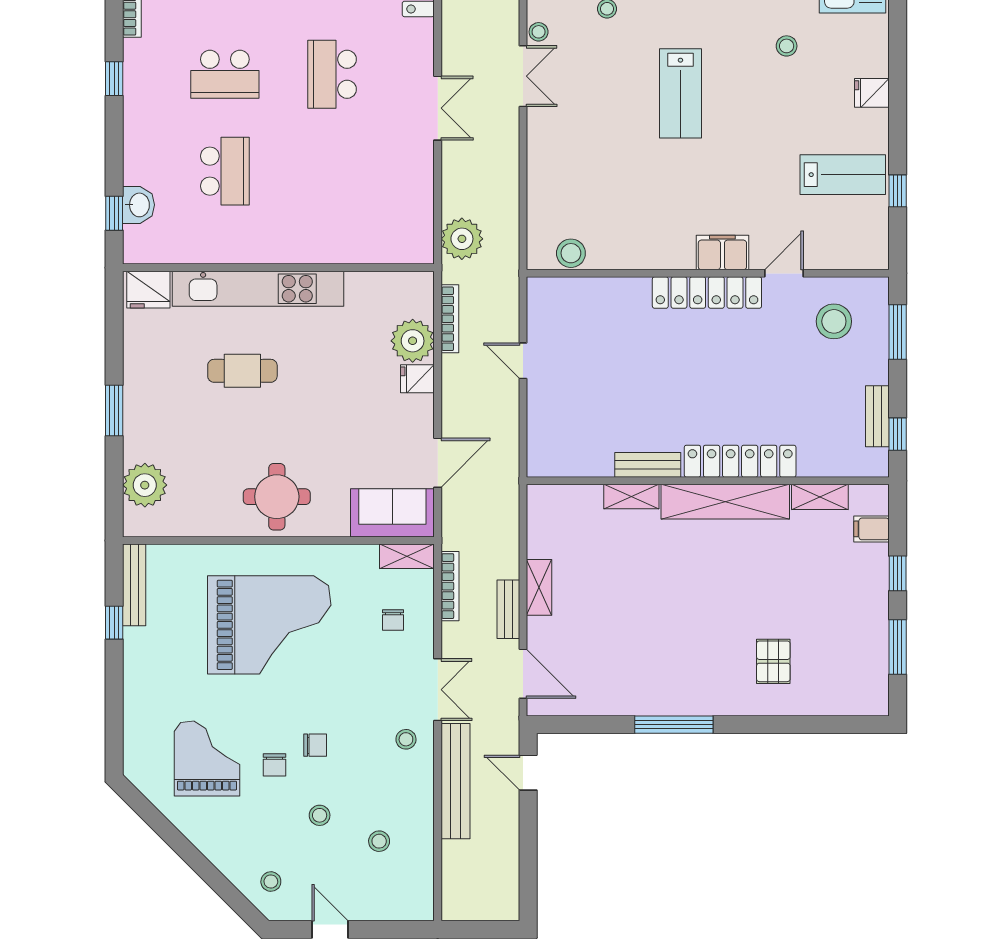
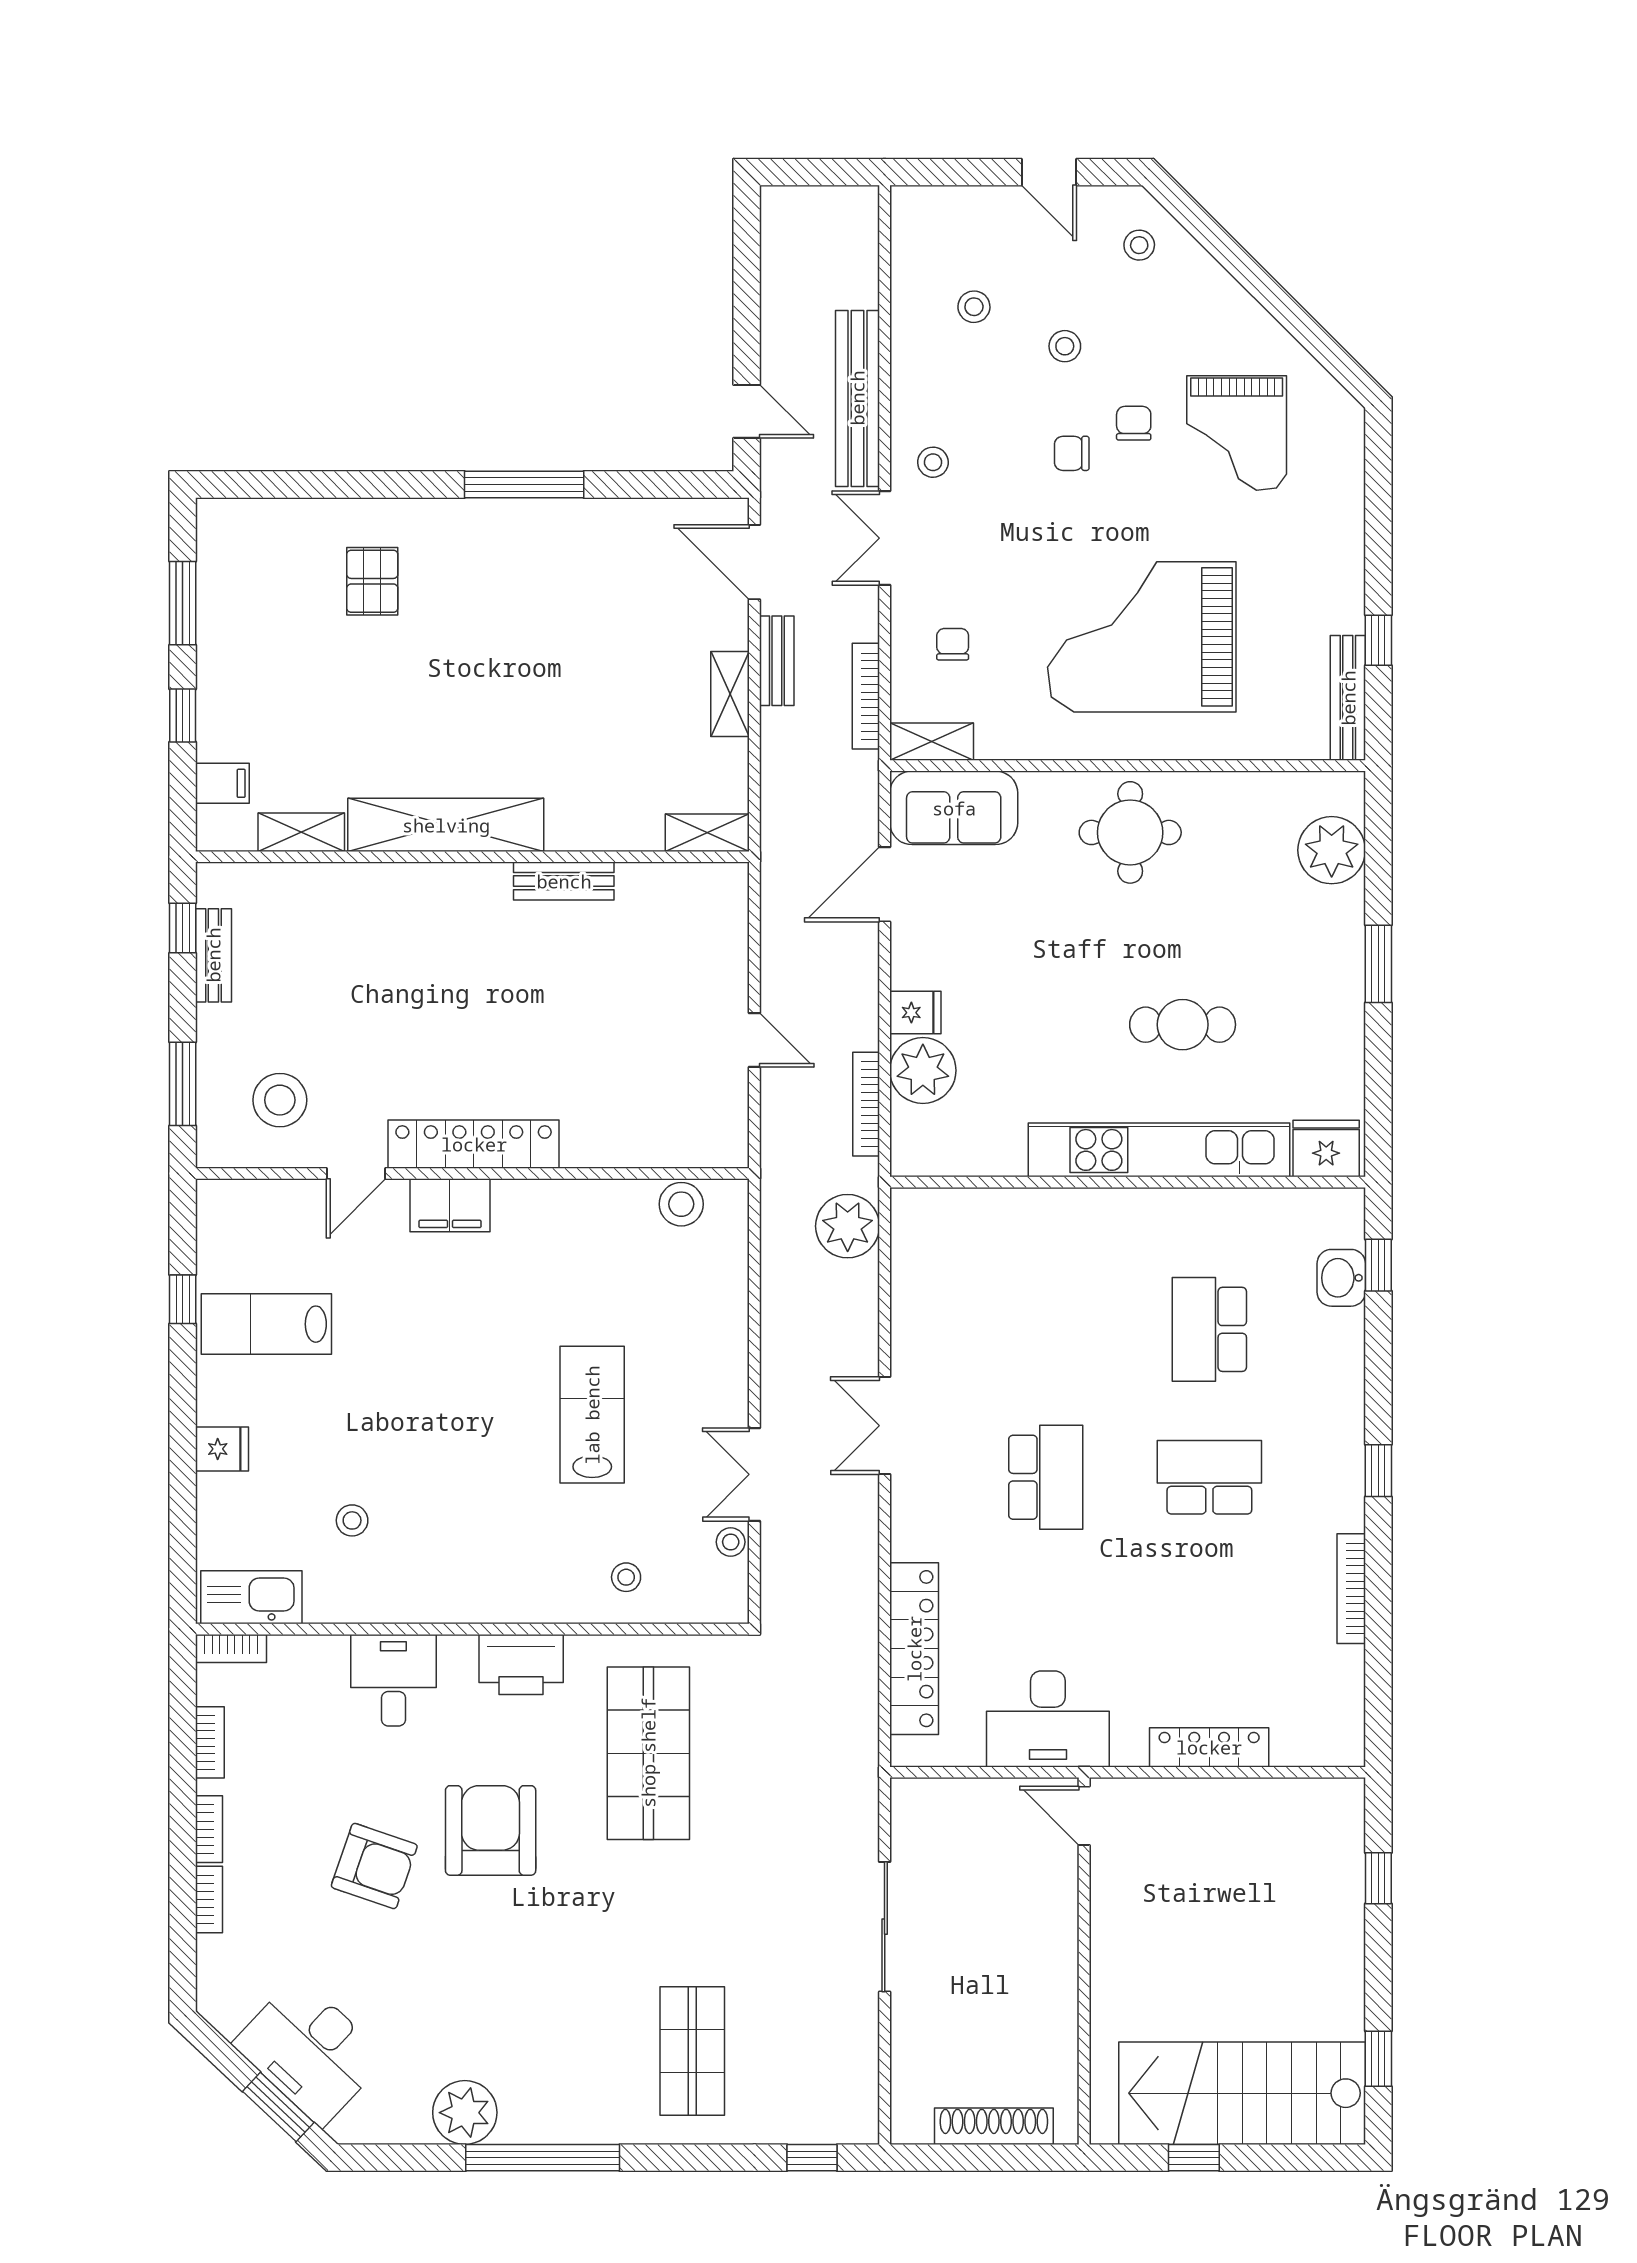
lab bench: (680, 93) -> (592, 1415), moved
locker: (740, 461) -> (423, 887), removed
shelving: (631, 497) -> (707, 833), moved

